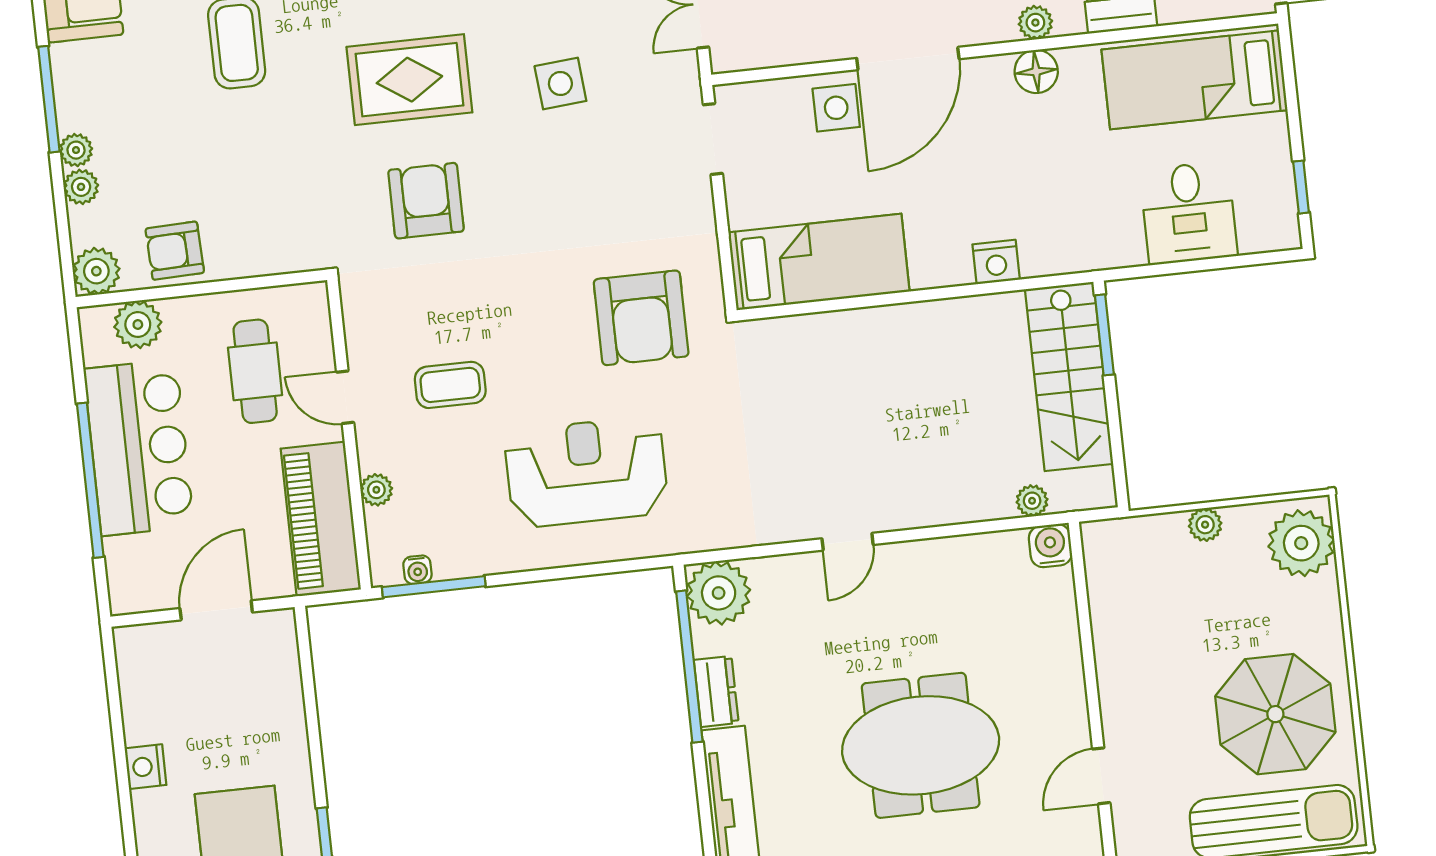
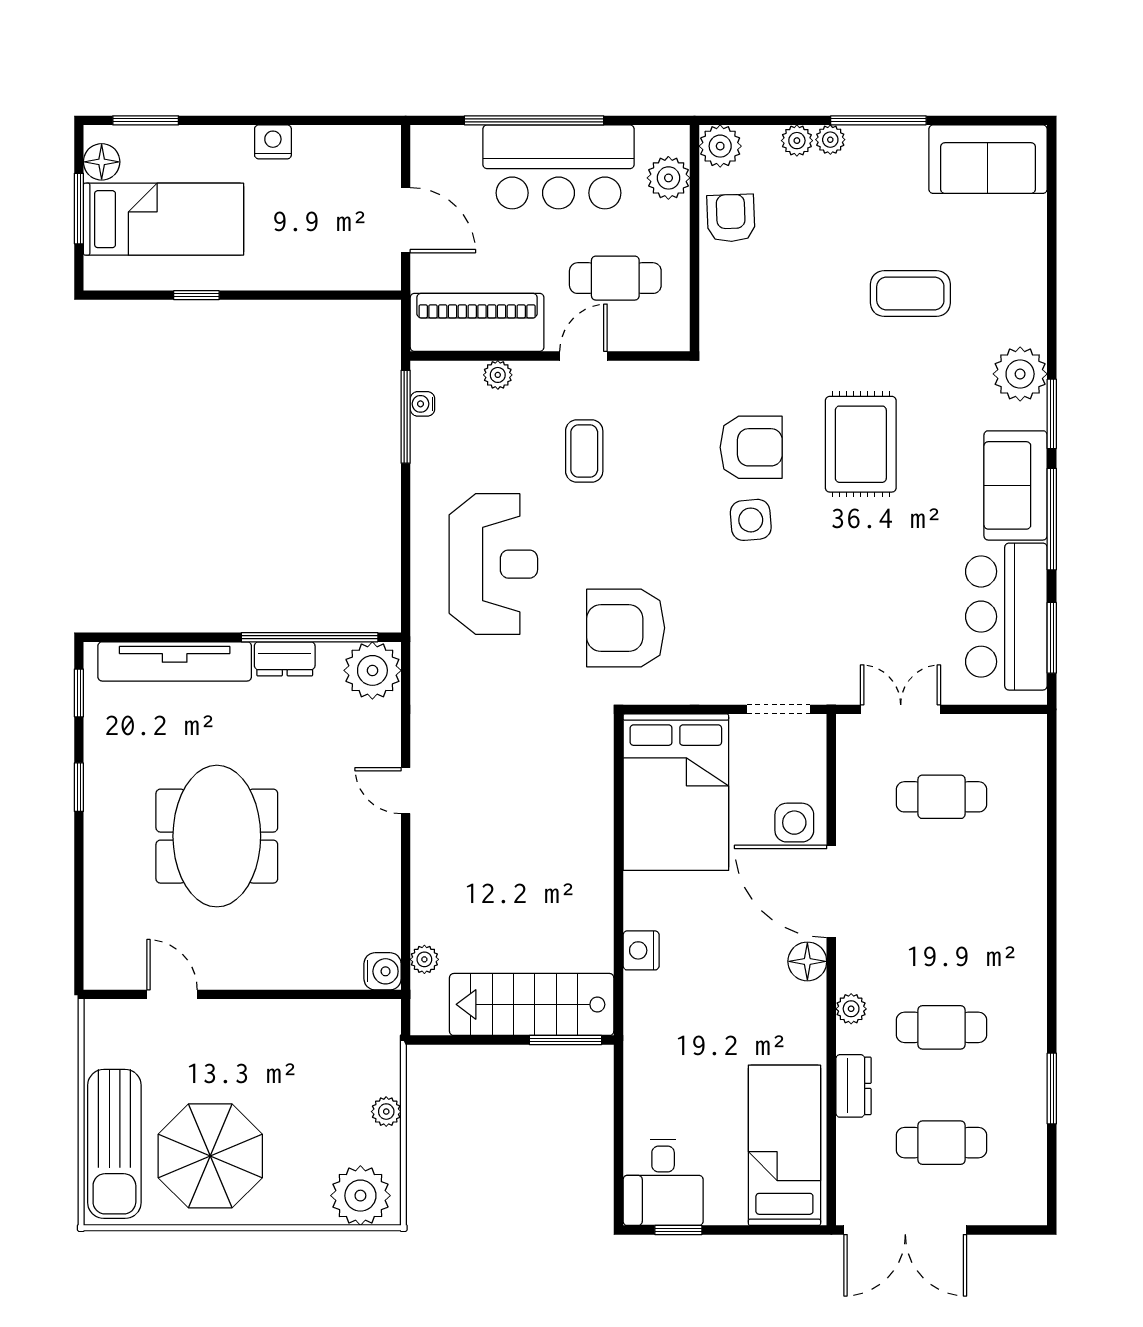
floor lamp: (1036, 71) -> (807, 961), moved
side table: (560, 84) -> (751, 520), moved
desk: (1189, 213) -> (663, 1182), moved, turned -90
bed: (819, 262) -> (676, 792), width x1.50

